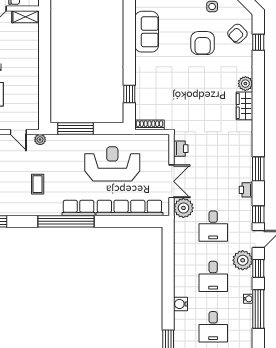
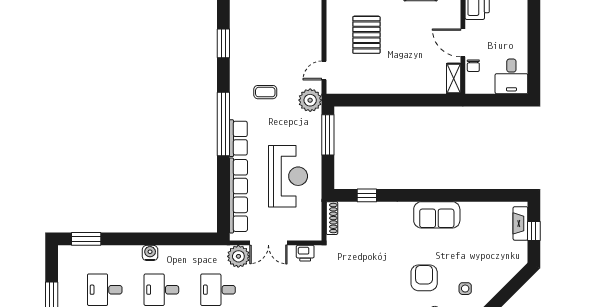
armchair: (203, 43) -> (424, 278), turned 90
plant: (40, 140) -> (310, 100), width x1.88, depth x1.88
water cooler: (180, 304) -> (150, 253), moved

